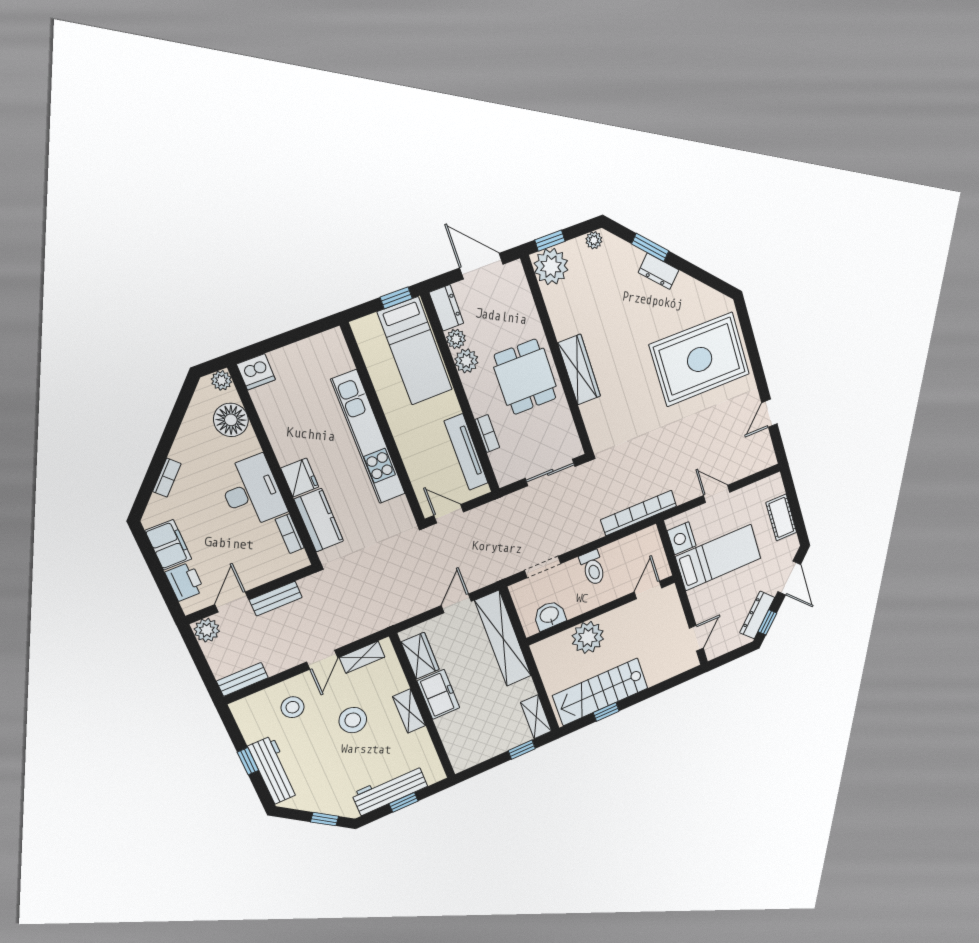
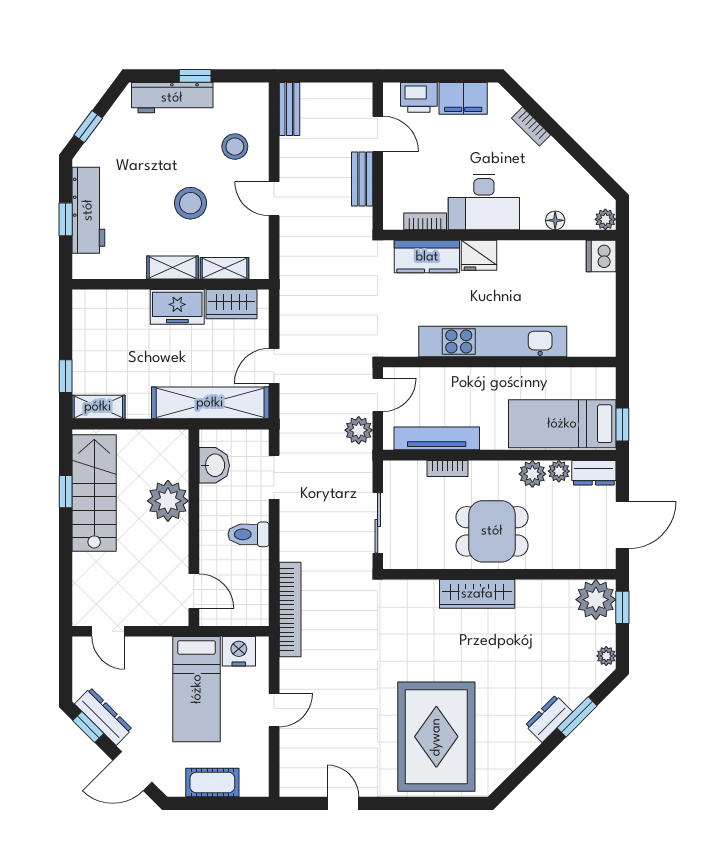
floor lamp: (231, 420) -> (555, 220), width x0.53, depth x0.53
door: (456, 603) -> (274, 366), swing flipped
plant: (207, 630) -> (359, 430), moved
shelving: (362, 657) -> (225, 268), moved, turned 90

